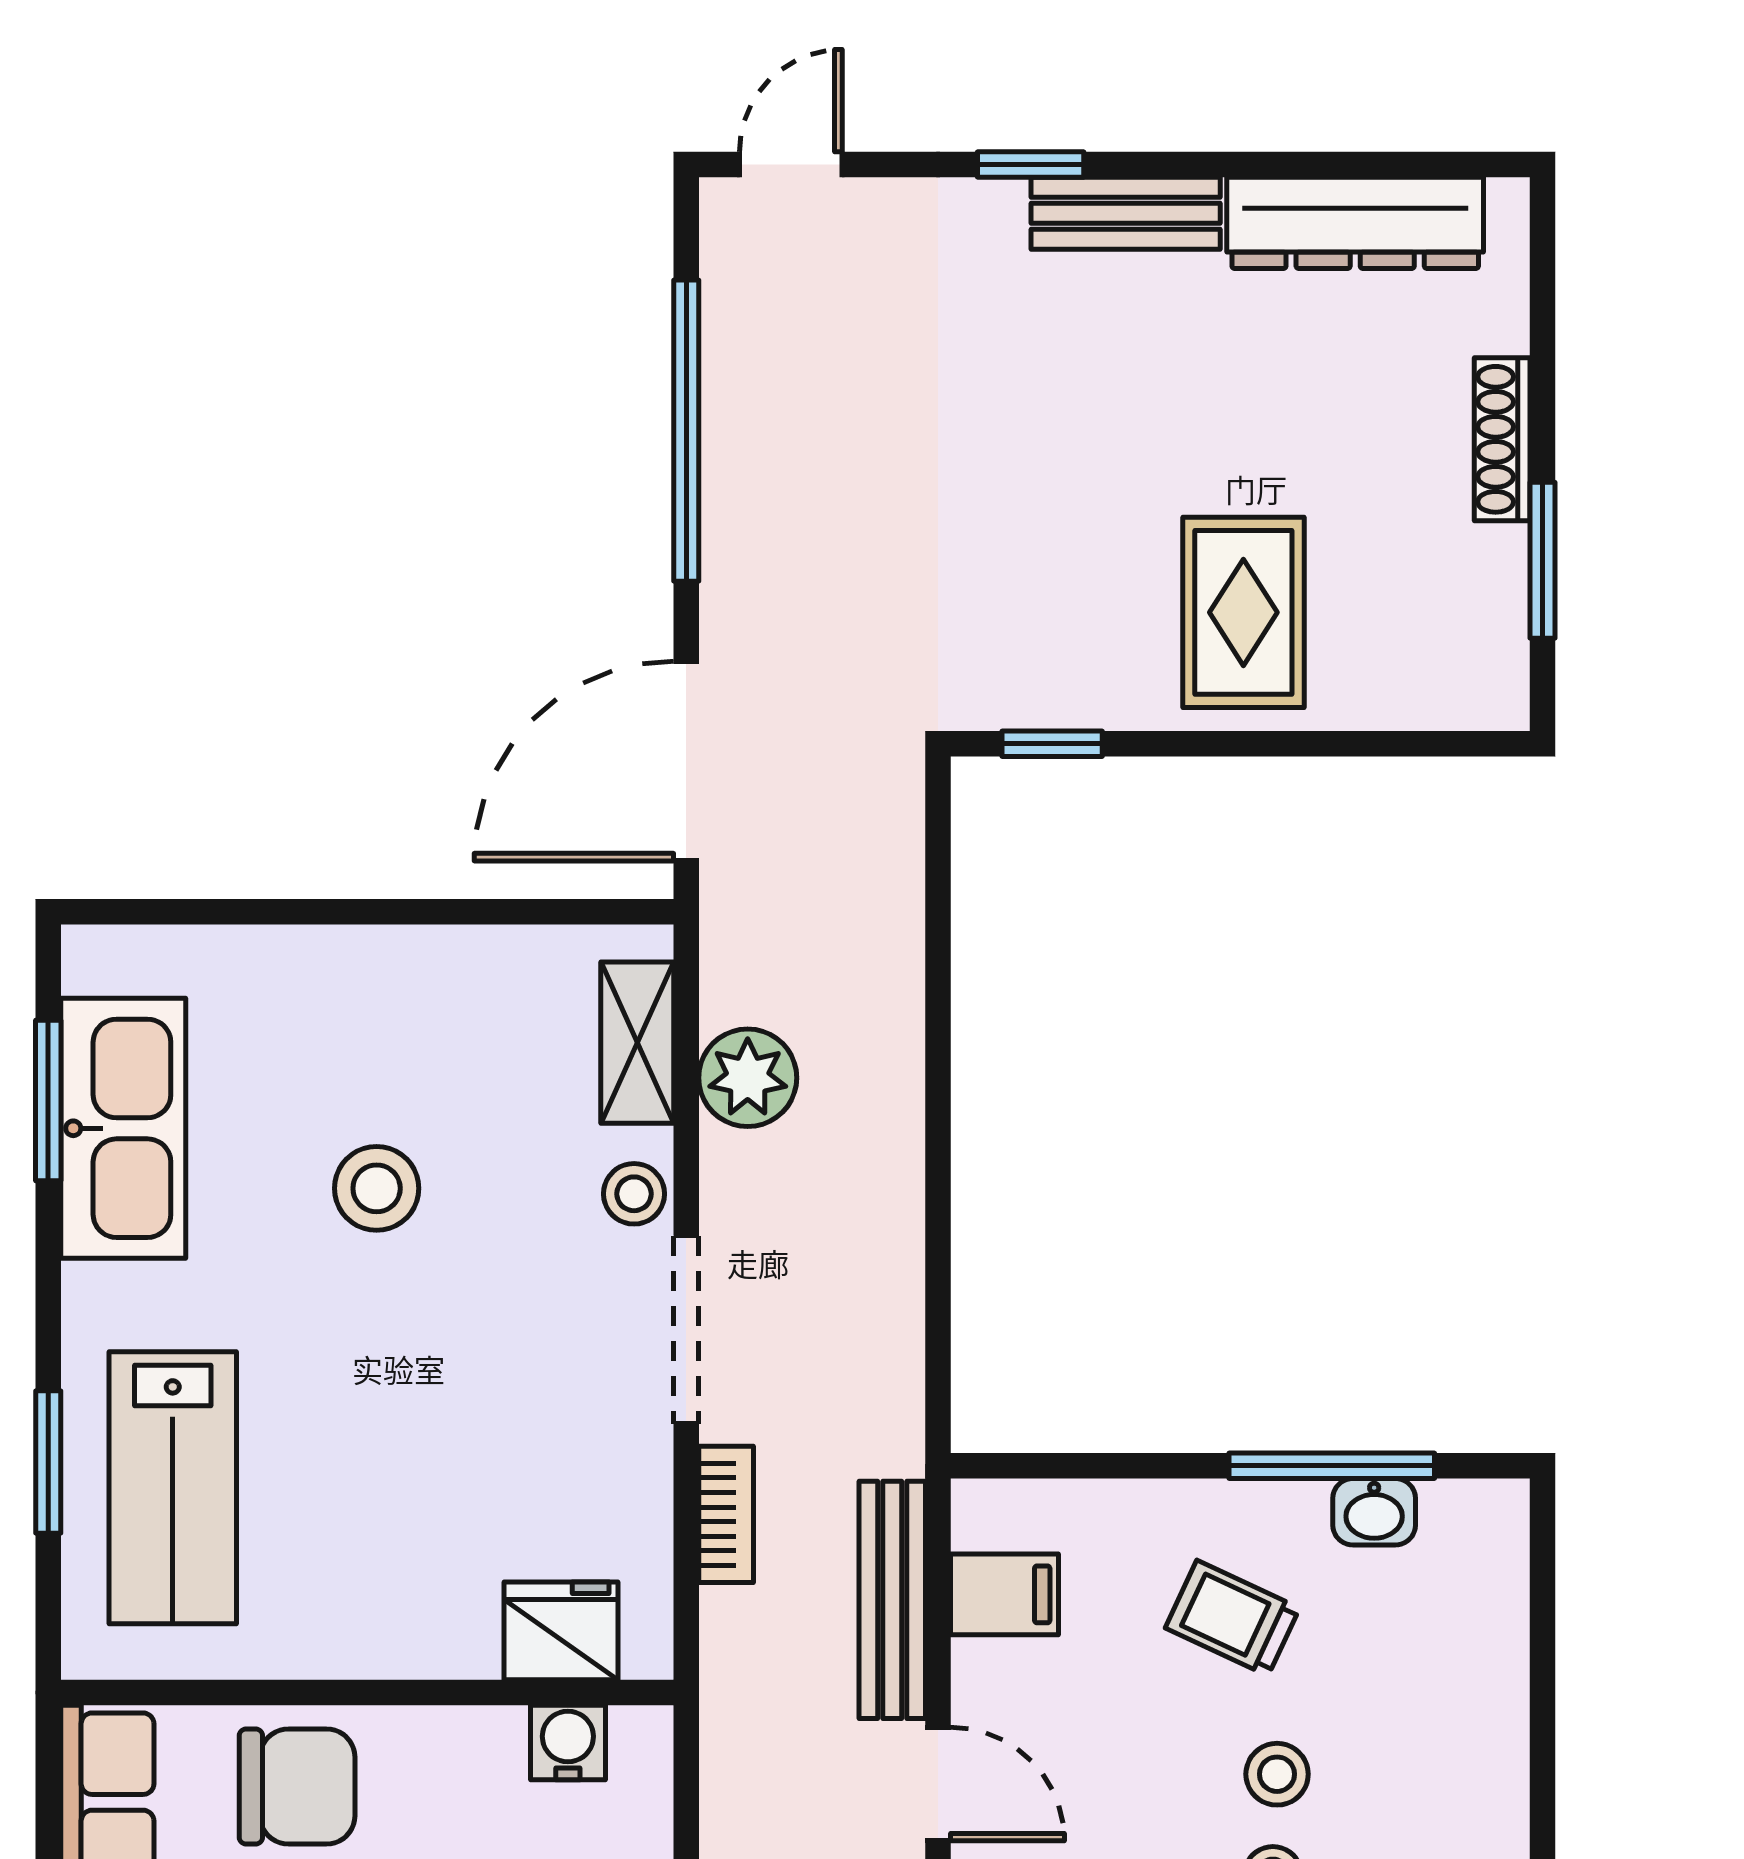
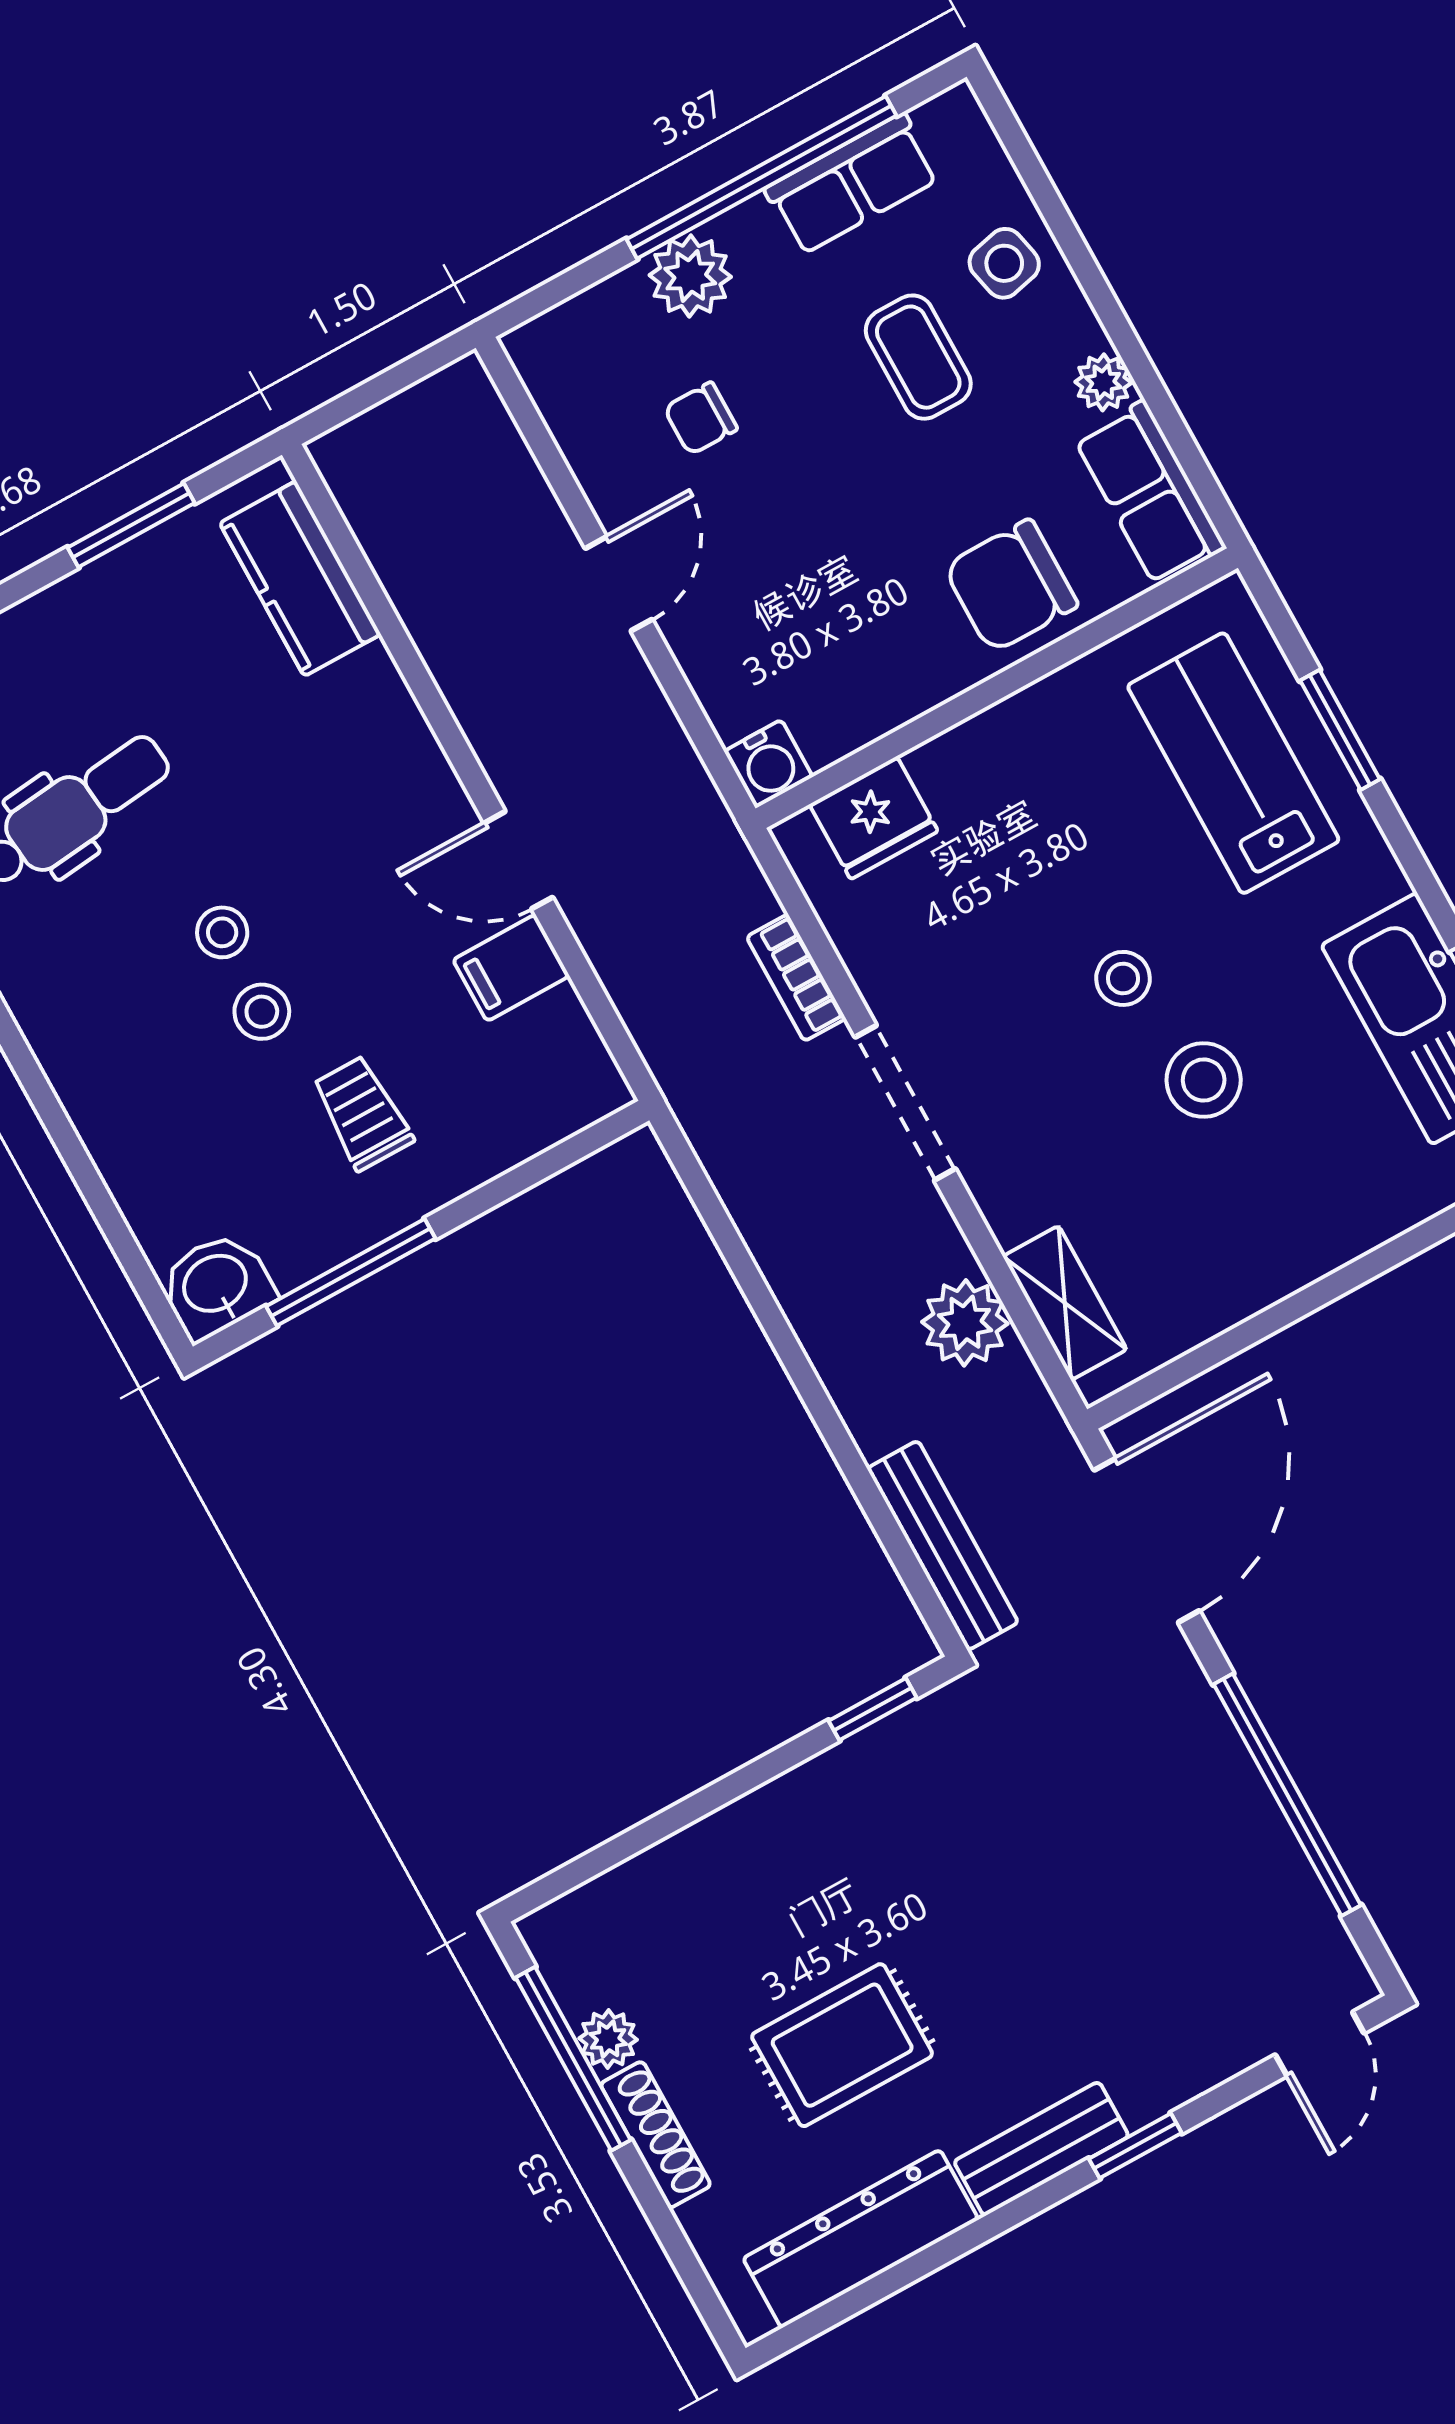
window: (1543, 560) -> (573, 2059), width x1.44
plant: (1497, 561) -> (608, 2039), added
rug: (1243, 612) -> (842, 2045), moved, turned 90
stool: (634, 1194) -> (1123, 978), moved
washbasin: (1374, 1512) -> (216, 1286), moved, width x1.38, depth x1.45
filing cabinet: (1005, 1594) -> (511, 968), moved
bench: (892, 1600) -> (943, 1545), moved
trolley: (1233, 1618) -> (362, 1113), turned -115
water cooler: (568, 1742) -> (768, 764), moved

